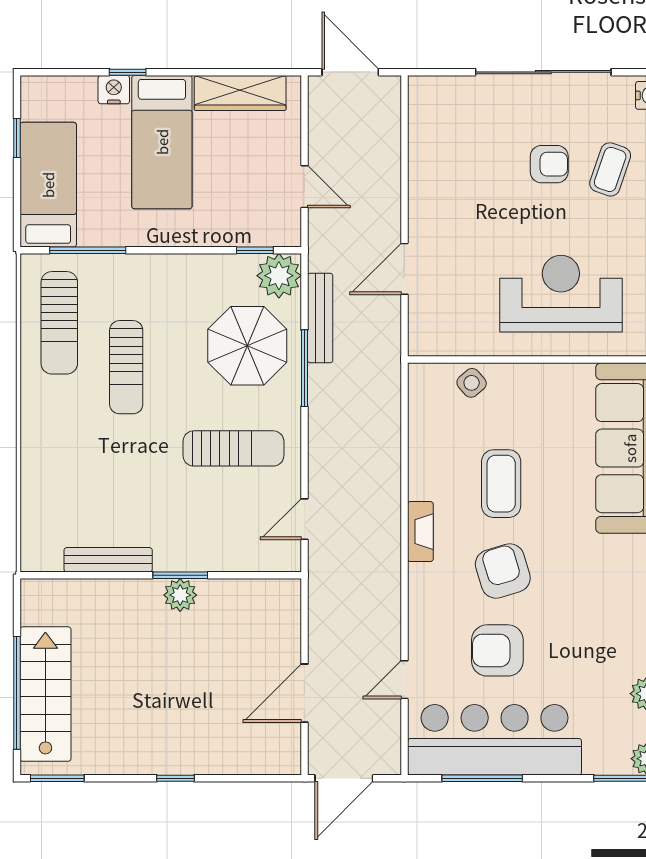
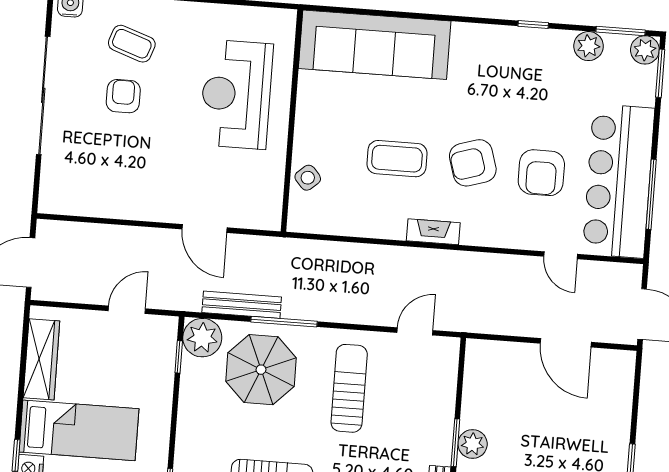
door: (304, 519) -> (415, 331), swing flipped

